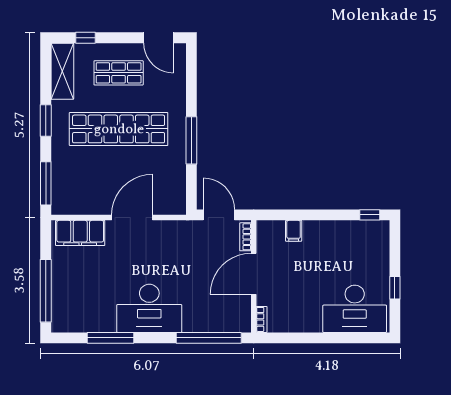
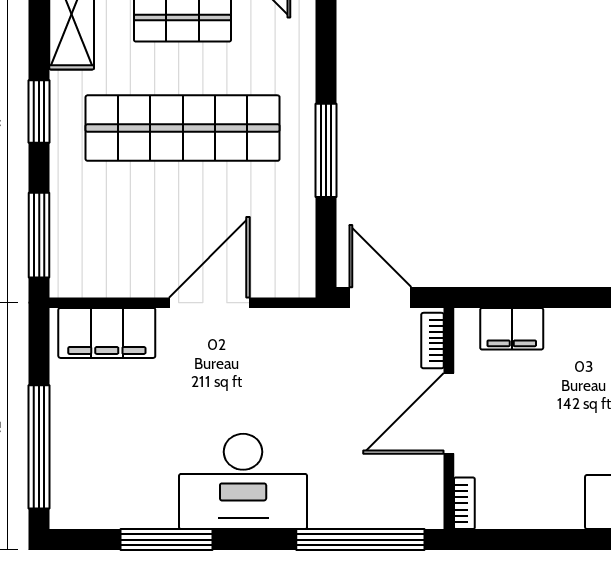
filing cabinet: (294, 231) -> (512, 329), width x2.00

